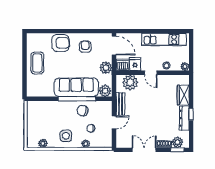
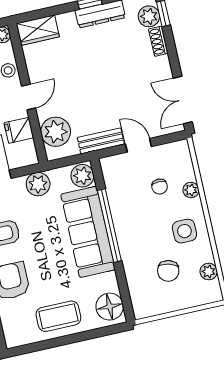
dishwasher: (123, 65) -> (26, 154), removed
floor lamp: (36, 90) -> (110, 307), added
wardrobe: (183, 95) -> (38, 30), moved
chair: (82, 111) -> (168, 271), moved
double door: (144, 150) -> (183, 100), moved

